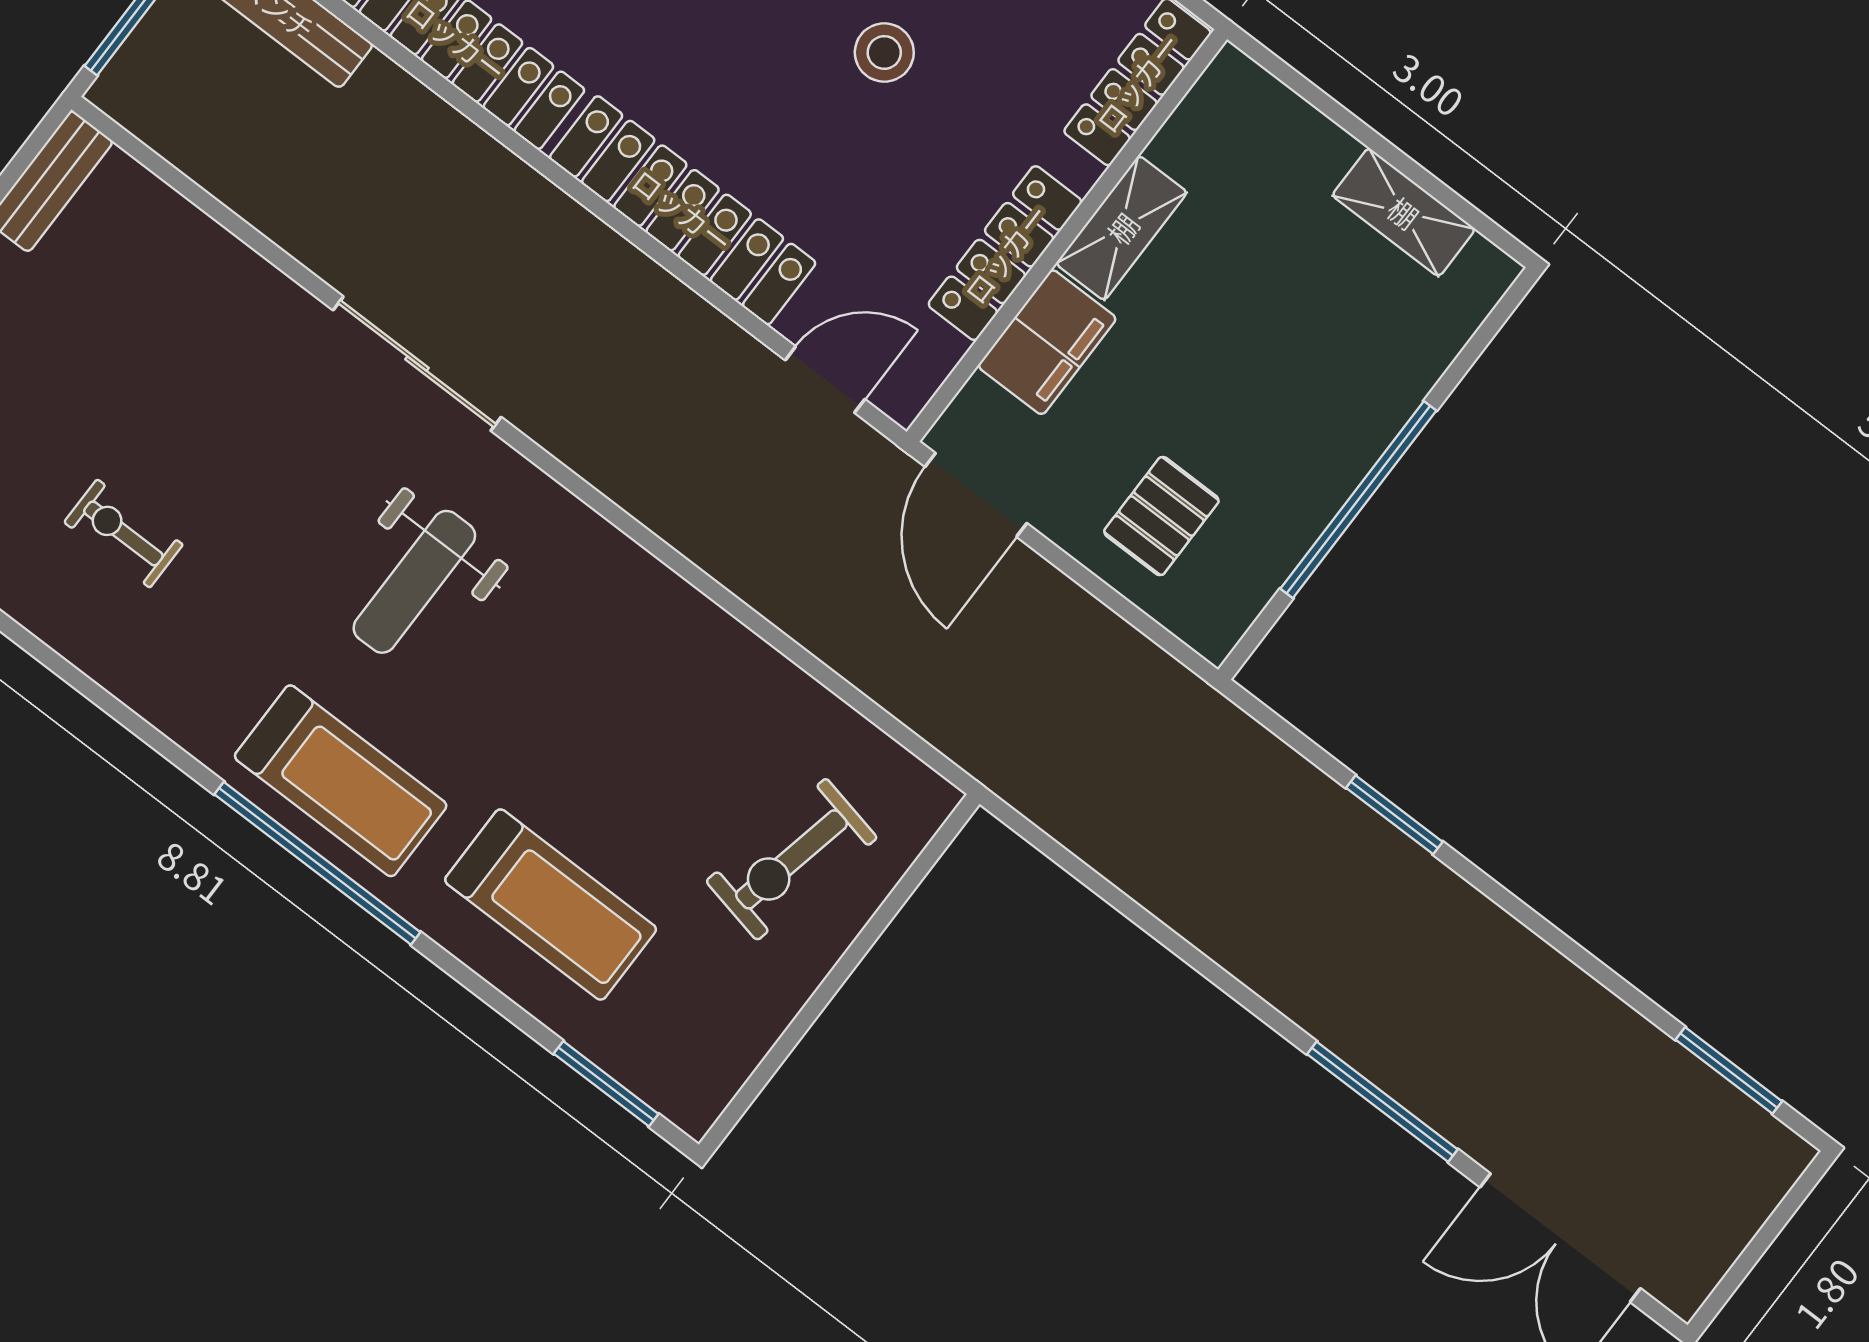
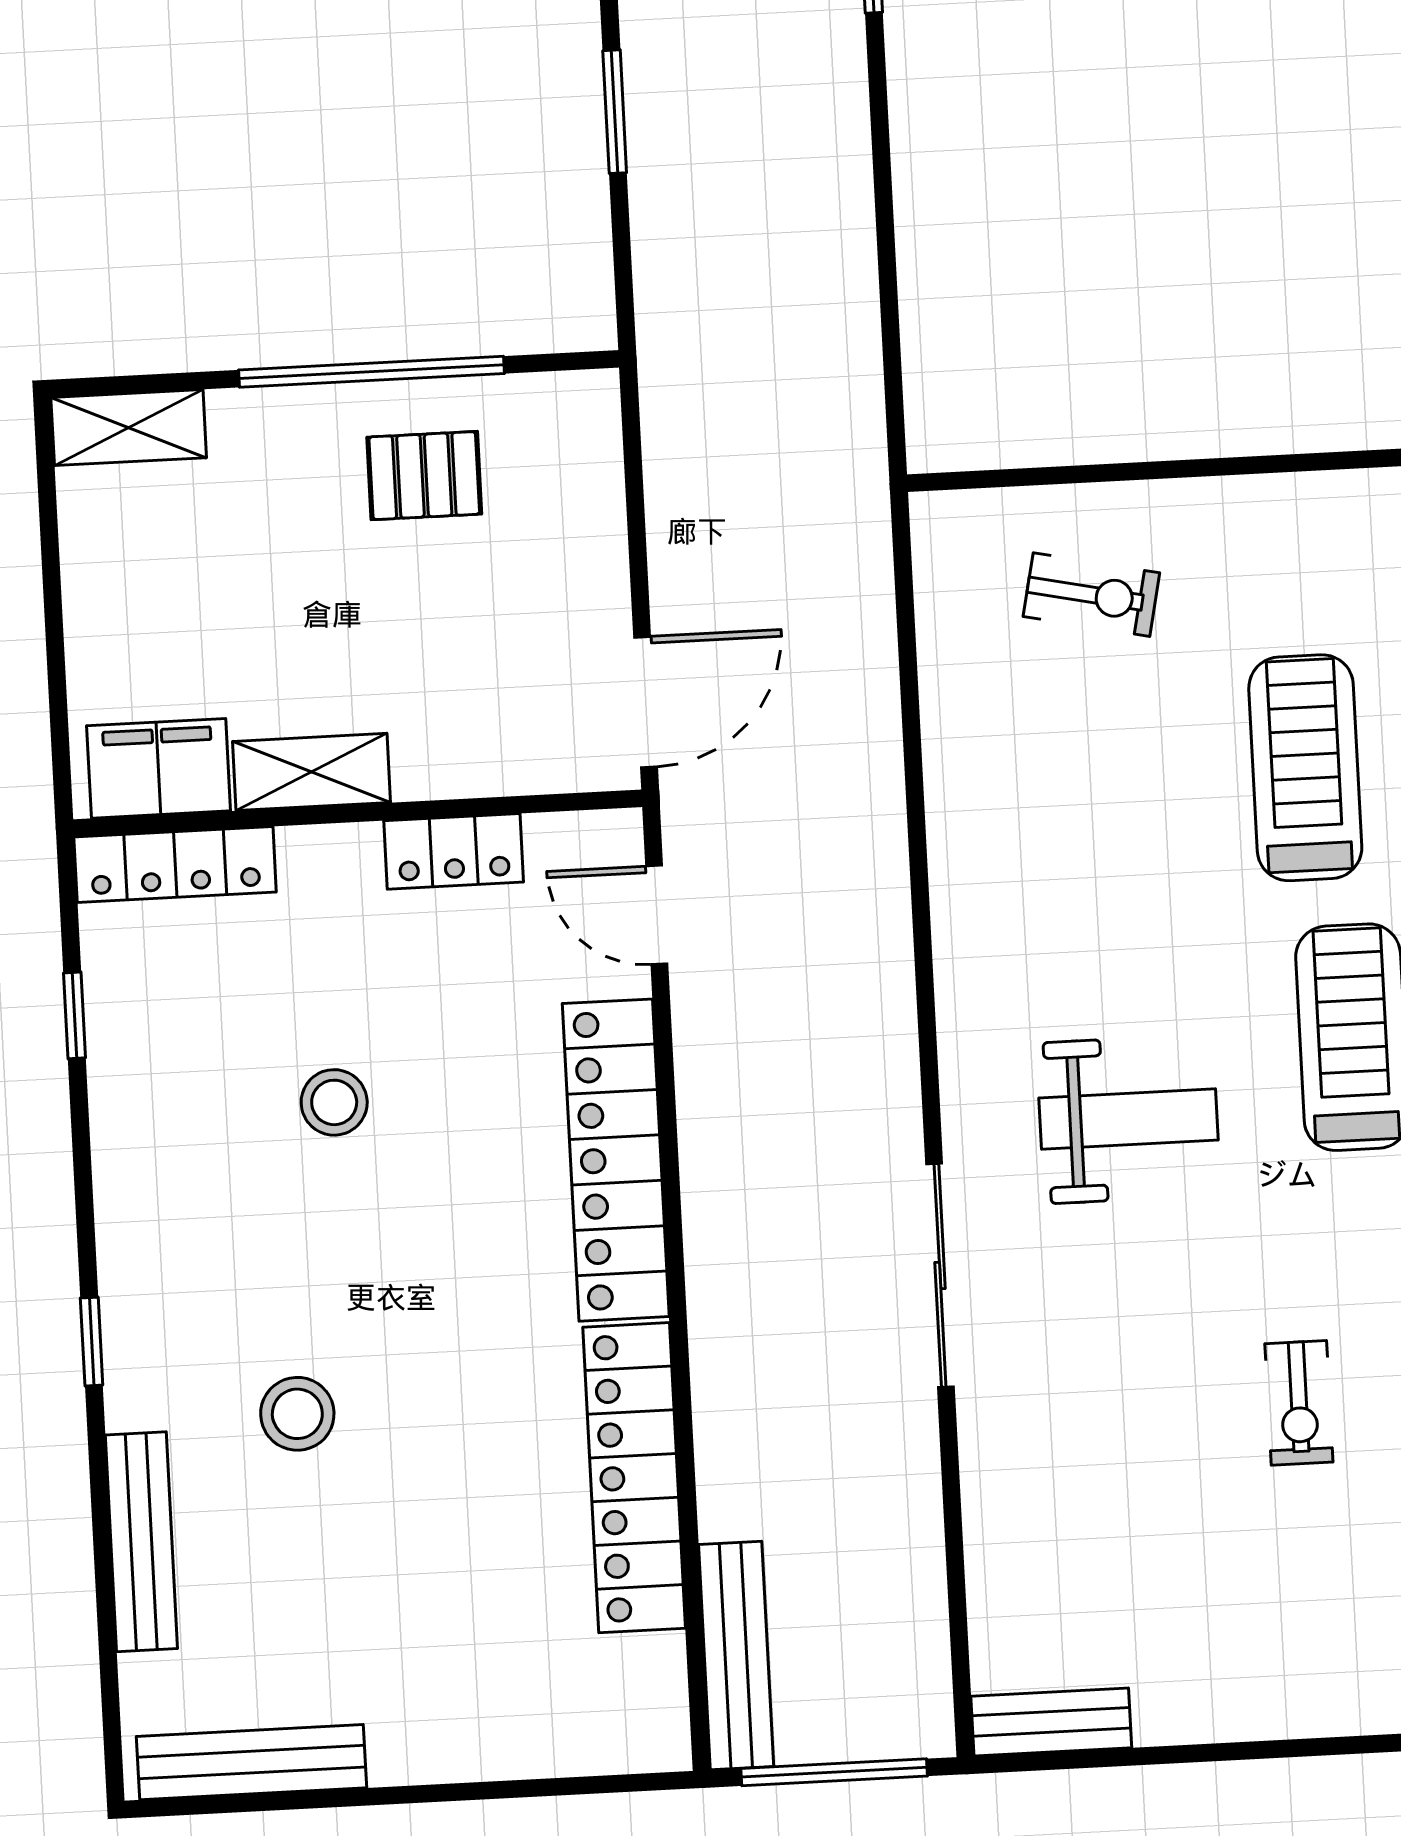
shelving: (1404, 212) -> (129, 428), moved, turned 90
locker: (1005, 253) -> (454, 851), width x0.66
filing cabinet: (1047, 342) -> (159, 768), moved
pallet: (1161, 516) -> (424, 476), moved
exercise bike: (792, 859) -> (1091, 595), width x0.73, depth x0.72

